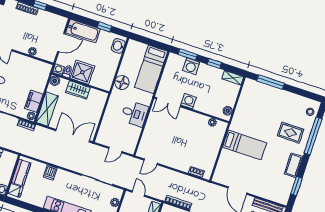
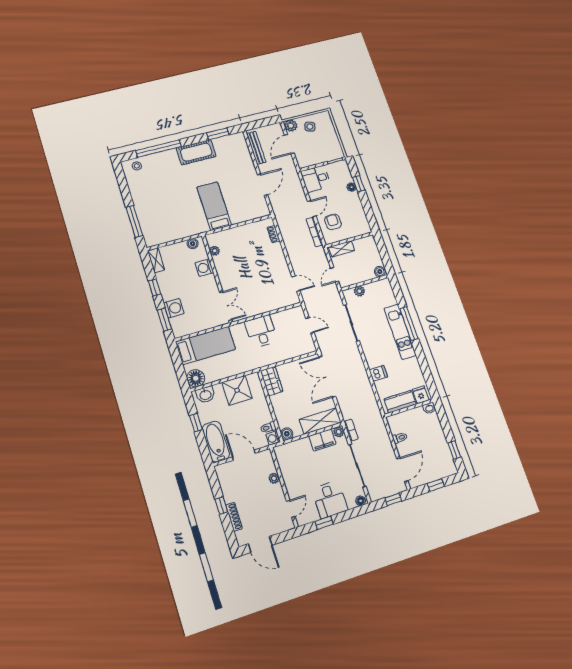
shower: (82, 72) -> (237, 390), moved
floor lamp: (122, 82) -> (196, 378), moved
wardrobe: (78, 90) -> (272, 381), moved
washing machine: (189, 101) -> (204, 268), moved
rug: (291, 133) -> (171, 171), removed
cot: (293, 165) -> (196, 152), width x1.37, depth x1.34

